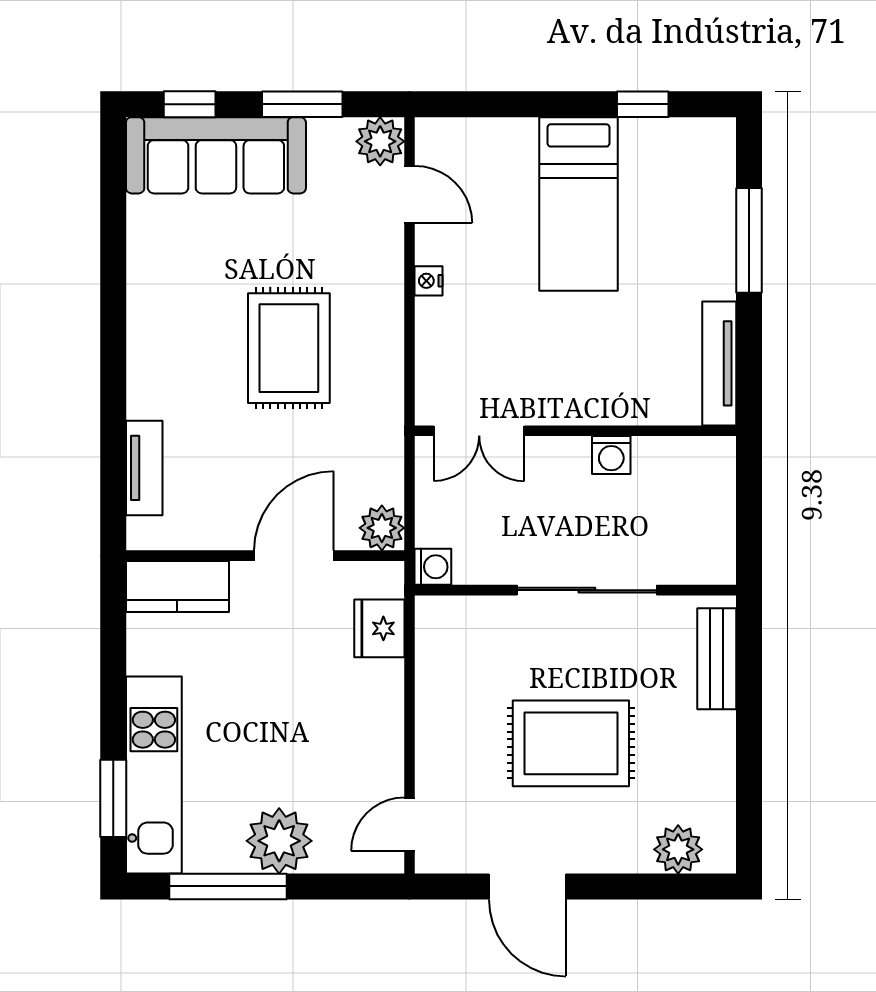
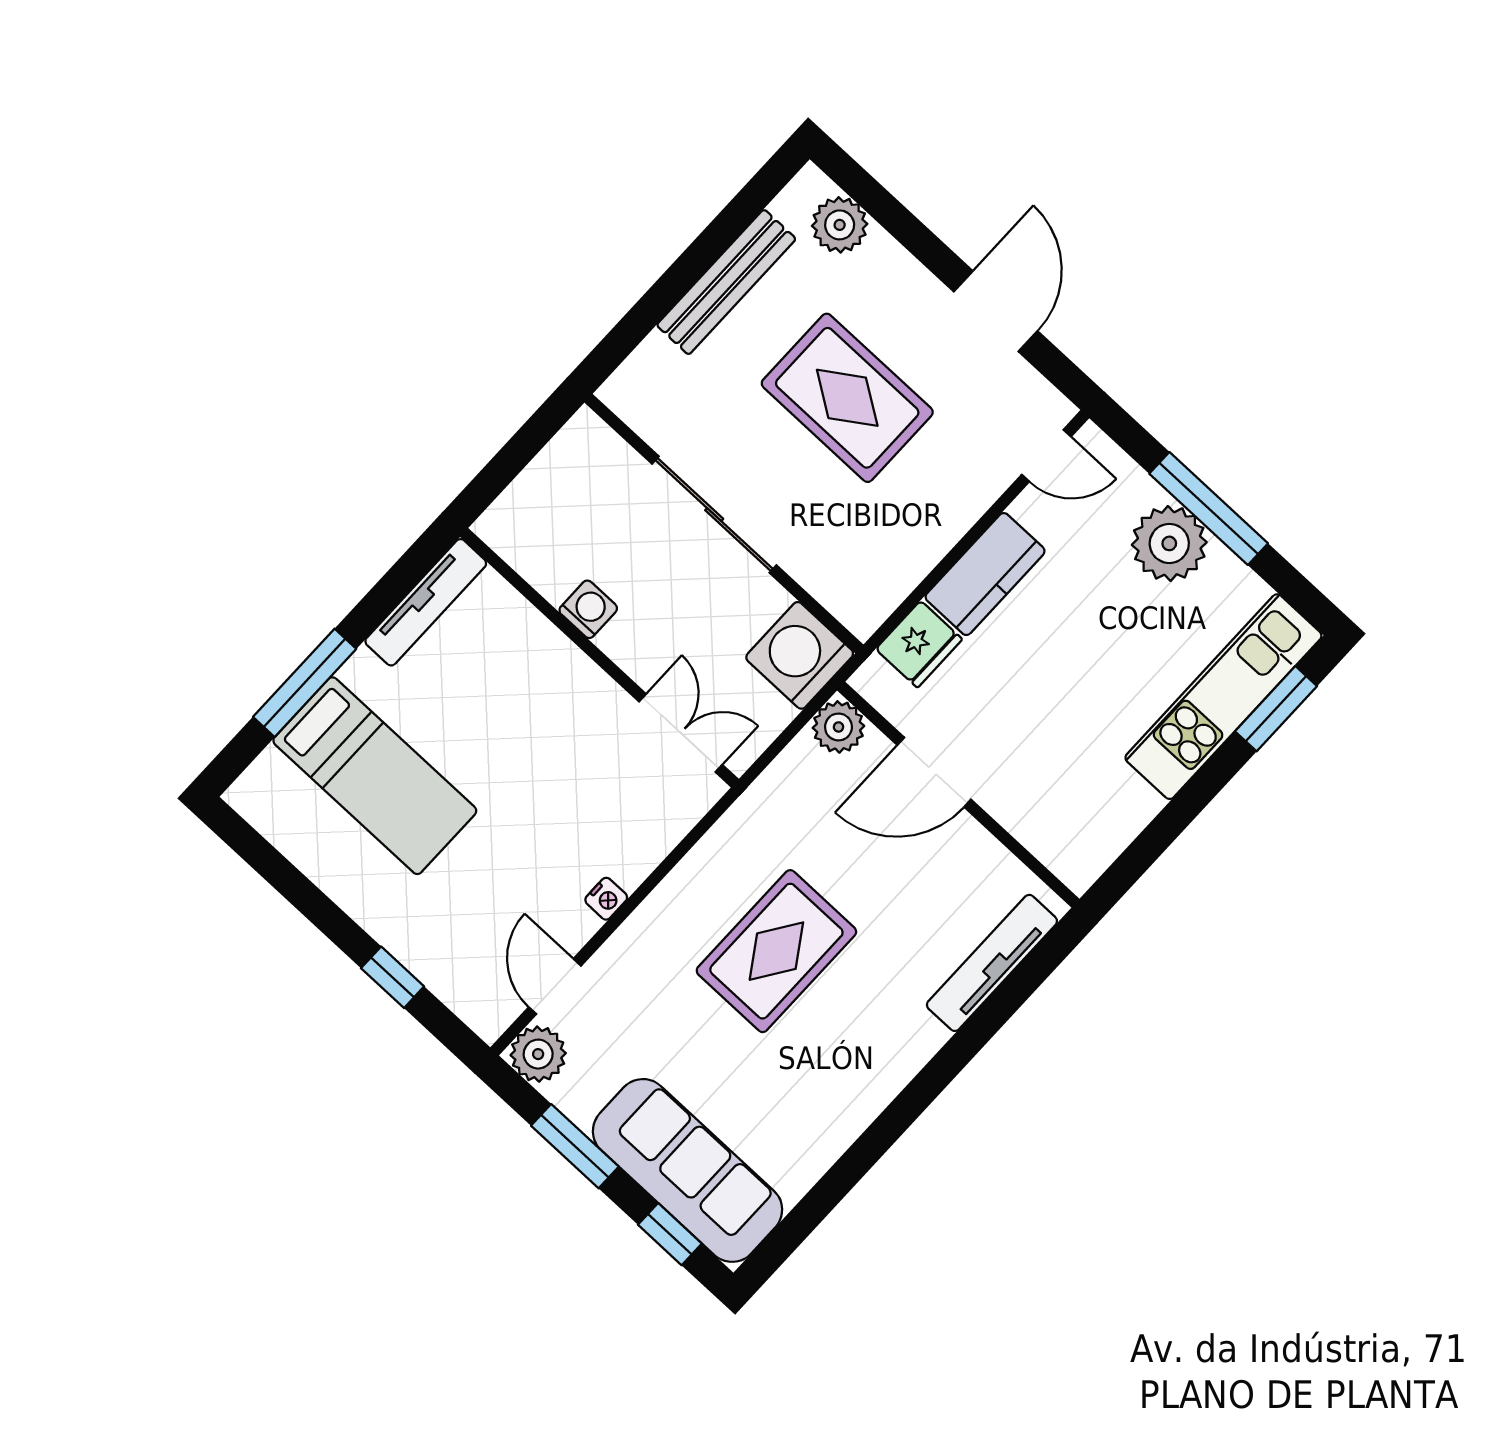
window: (643, 104) -> (393, 977), moved
bed: (579, 204) -> (375, 776), moved, turned 90
tv unit: (144, 468) -> (992, 963), width x1.41
washing machine: (433, 567) -> (800, 655), width x1.89, depth x1.89
kitchen counter: (177, 586) -> (985, 574), moved, turned 90
bench: (717, 659) -> (726, 282), moved, width x1.36
window: (228, 886) -> (1209, 509), moved

